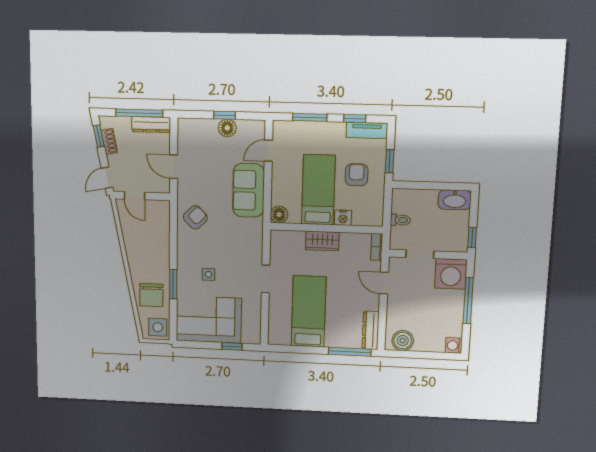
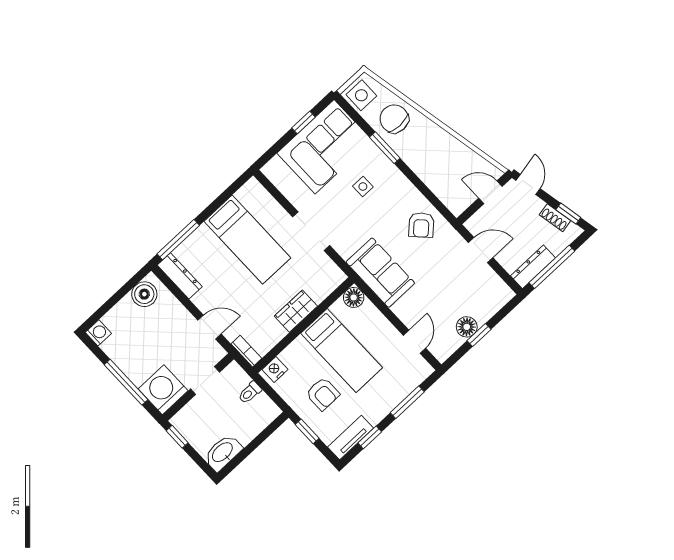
sofa: (249, 190) -> (380, 273), moved
nightstand: (343, 218) -> (275, 369), moved
doorway: (266, 279) -> (311, 231), width x1.38
window: (232, 346) -> (303, 122), moved

